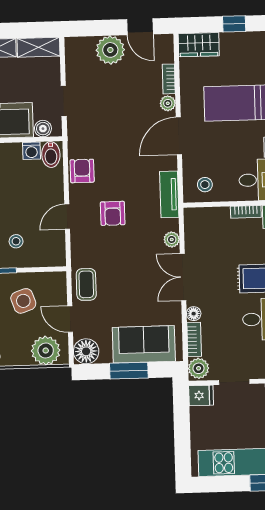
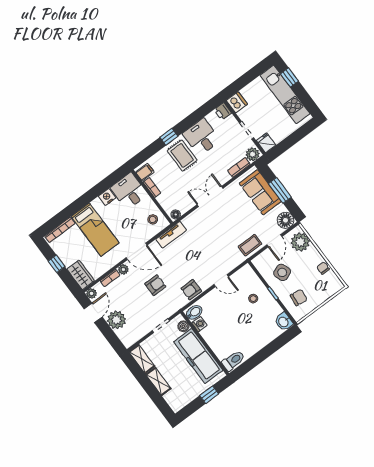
armchair: (113, 213) -> (155, 285), moved
plant: (172, 239) -> (91, 293), moved
double door: (183, 277) -> (210, 196), swing flipped
floor lamp: (194, 314) -> (176, 214), moved

